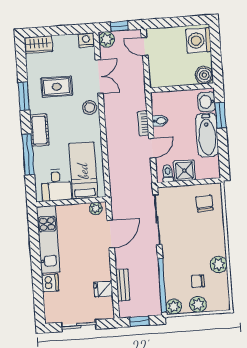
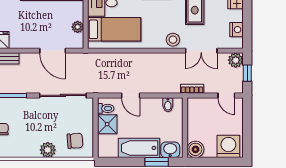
nightstand: (86, 40) -> (236, 30), moved
door: (145, 47) -> (226, 95), swing flipped
bidet: (160, 121) -> (168, 105), moved
bookcase: (143, 123) -> (192, 89), moved
plant: (96, 209) -> (78, 27), moved
plant: (219, 264) -> (48, 150), moved

